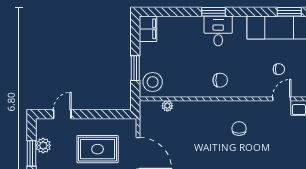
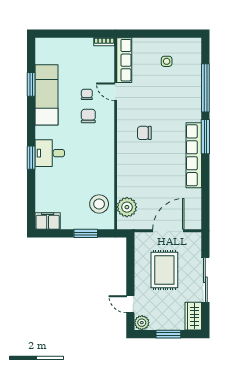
chair: (220, 80) -> (88, 116), moved
stool: (153, 82) -> (99, 204), moved
plant: (167, 106) -> (127, 207), width x1.88, depth x1.88
plant: (43, 145) -> (142, 323), moved

